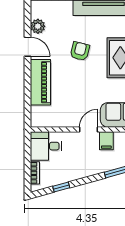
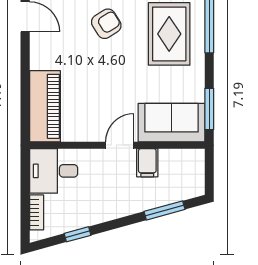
armchair: (80, 51) -> (106, 24), turned 44
piano: (40, 82) -> (45, 106), moved

